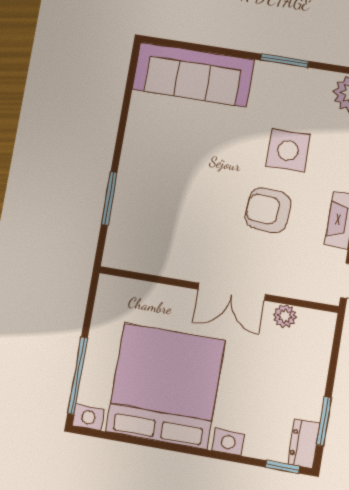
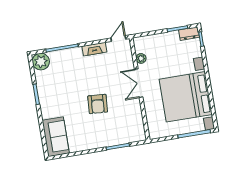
sofa: (193, 74) -> (56, 137), width x0.73
side table: (288, 150) -> (73, 80), removed
armchair: (268, 210) -> (98, 104), moved
double door: (232, 292) -> (139, 83), swing flipped

